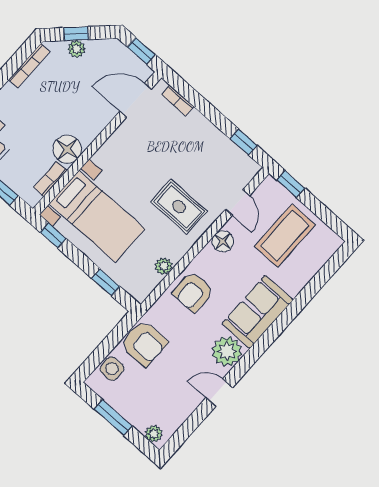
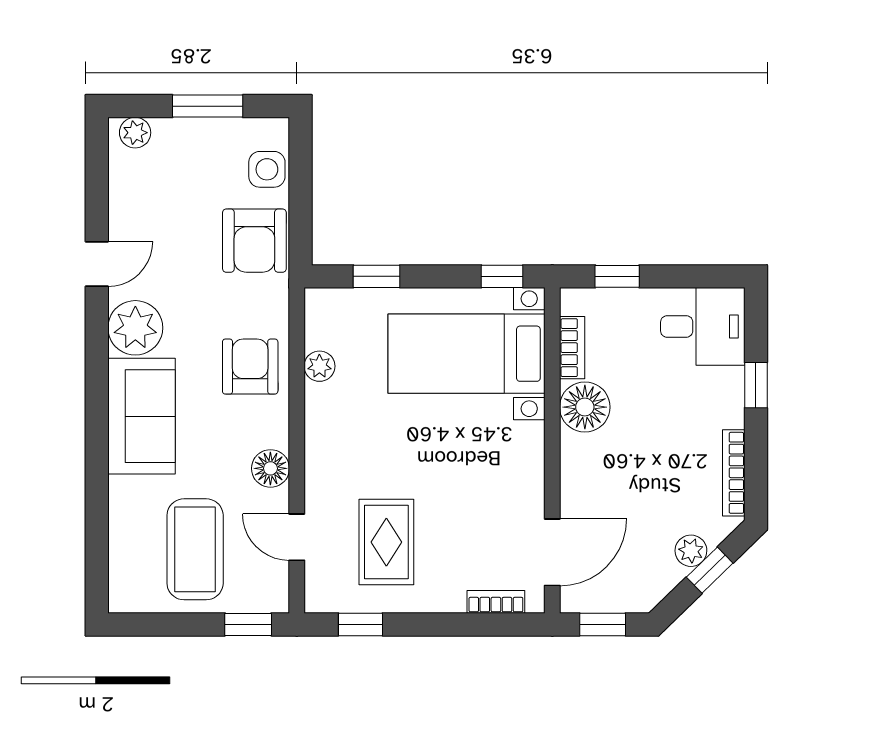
rug: (179, 207) -> (386, 542), moved, turned 90
armchair: (144, 343) -> (254, 241), turned -90

